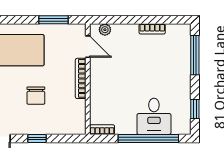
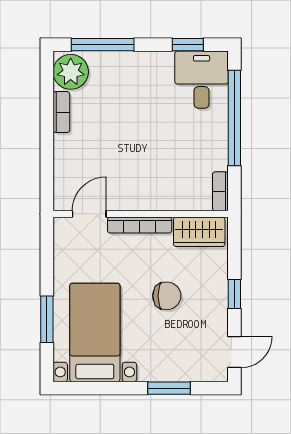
window: (53, 20) -> (47, 319), moved
plant: (105, 30) -> (71, 72), moved, width x1.88, depth x1.88
wardrobe: (76, 116) -> (199, 232), added
desk: (154, 116) -> (202, 80), moved, turned -90

